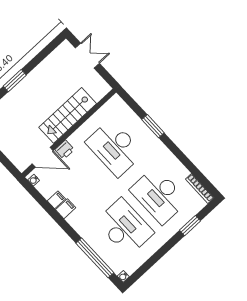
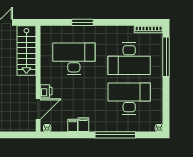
stairs: (68, 115) -> (26, 51), moved
desk: (115, 148) -> (74, 59), turned 180
window: (190, 226) -> (166, 57), width x2.11
window: (95, 258) -> (115, 135), moved

